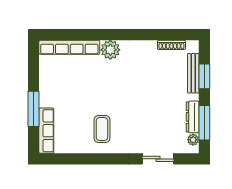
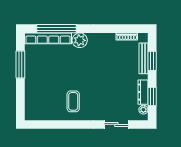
window: (80, 35) -> (56, 29), added
window: (34, 109) -> (20, 64), moved
window: (204, 123) -> (152, 97), width x0.69
row of seats: (46, 131) -> (30, 103), removed

